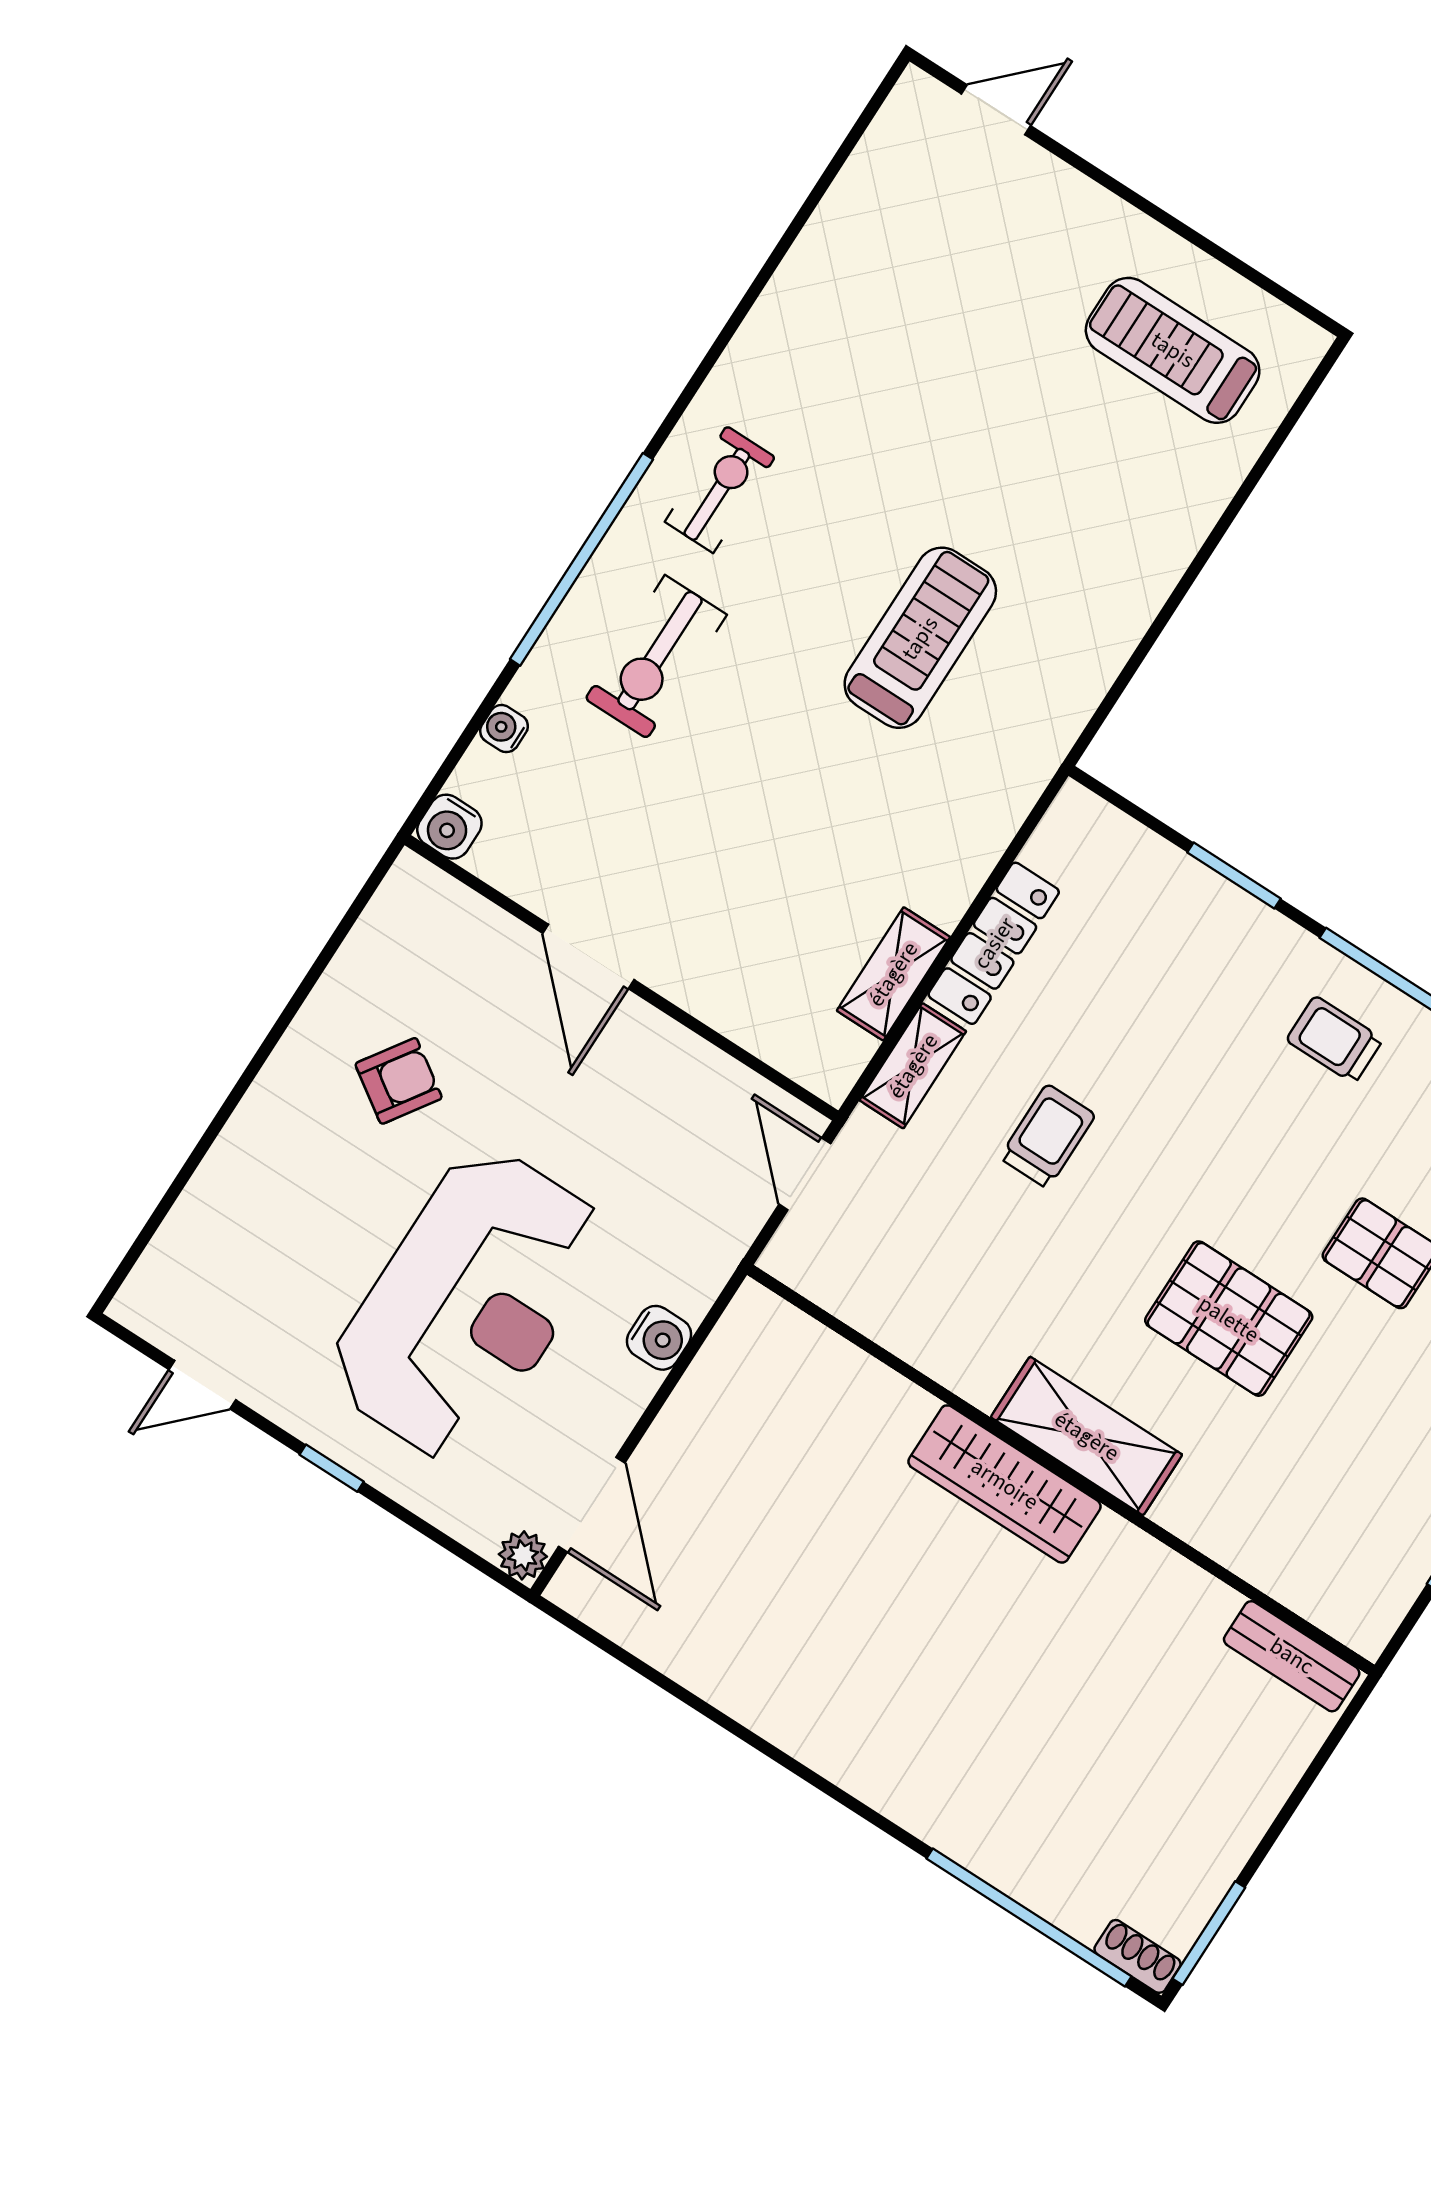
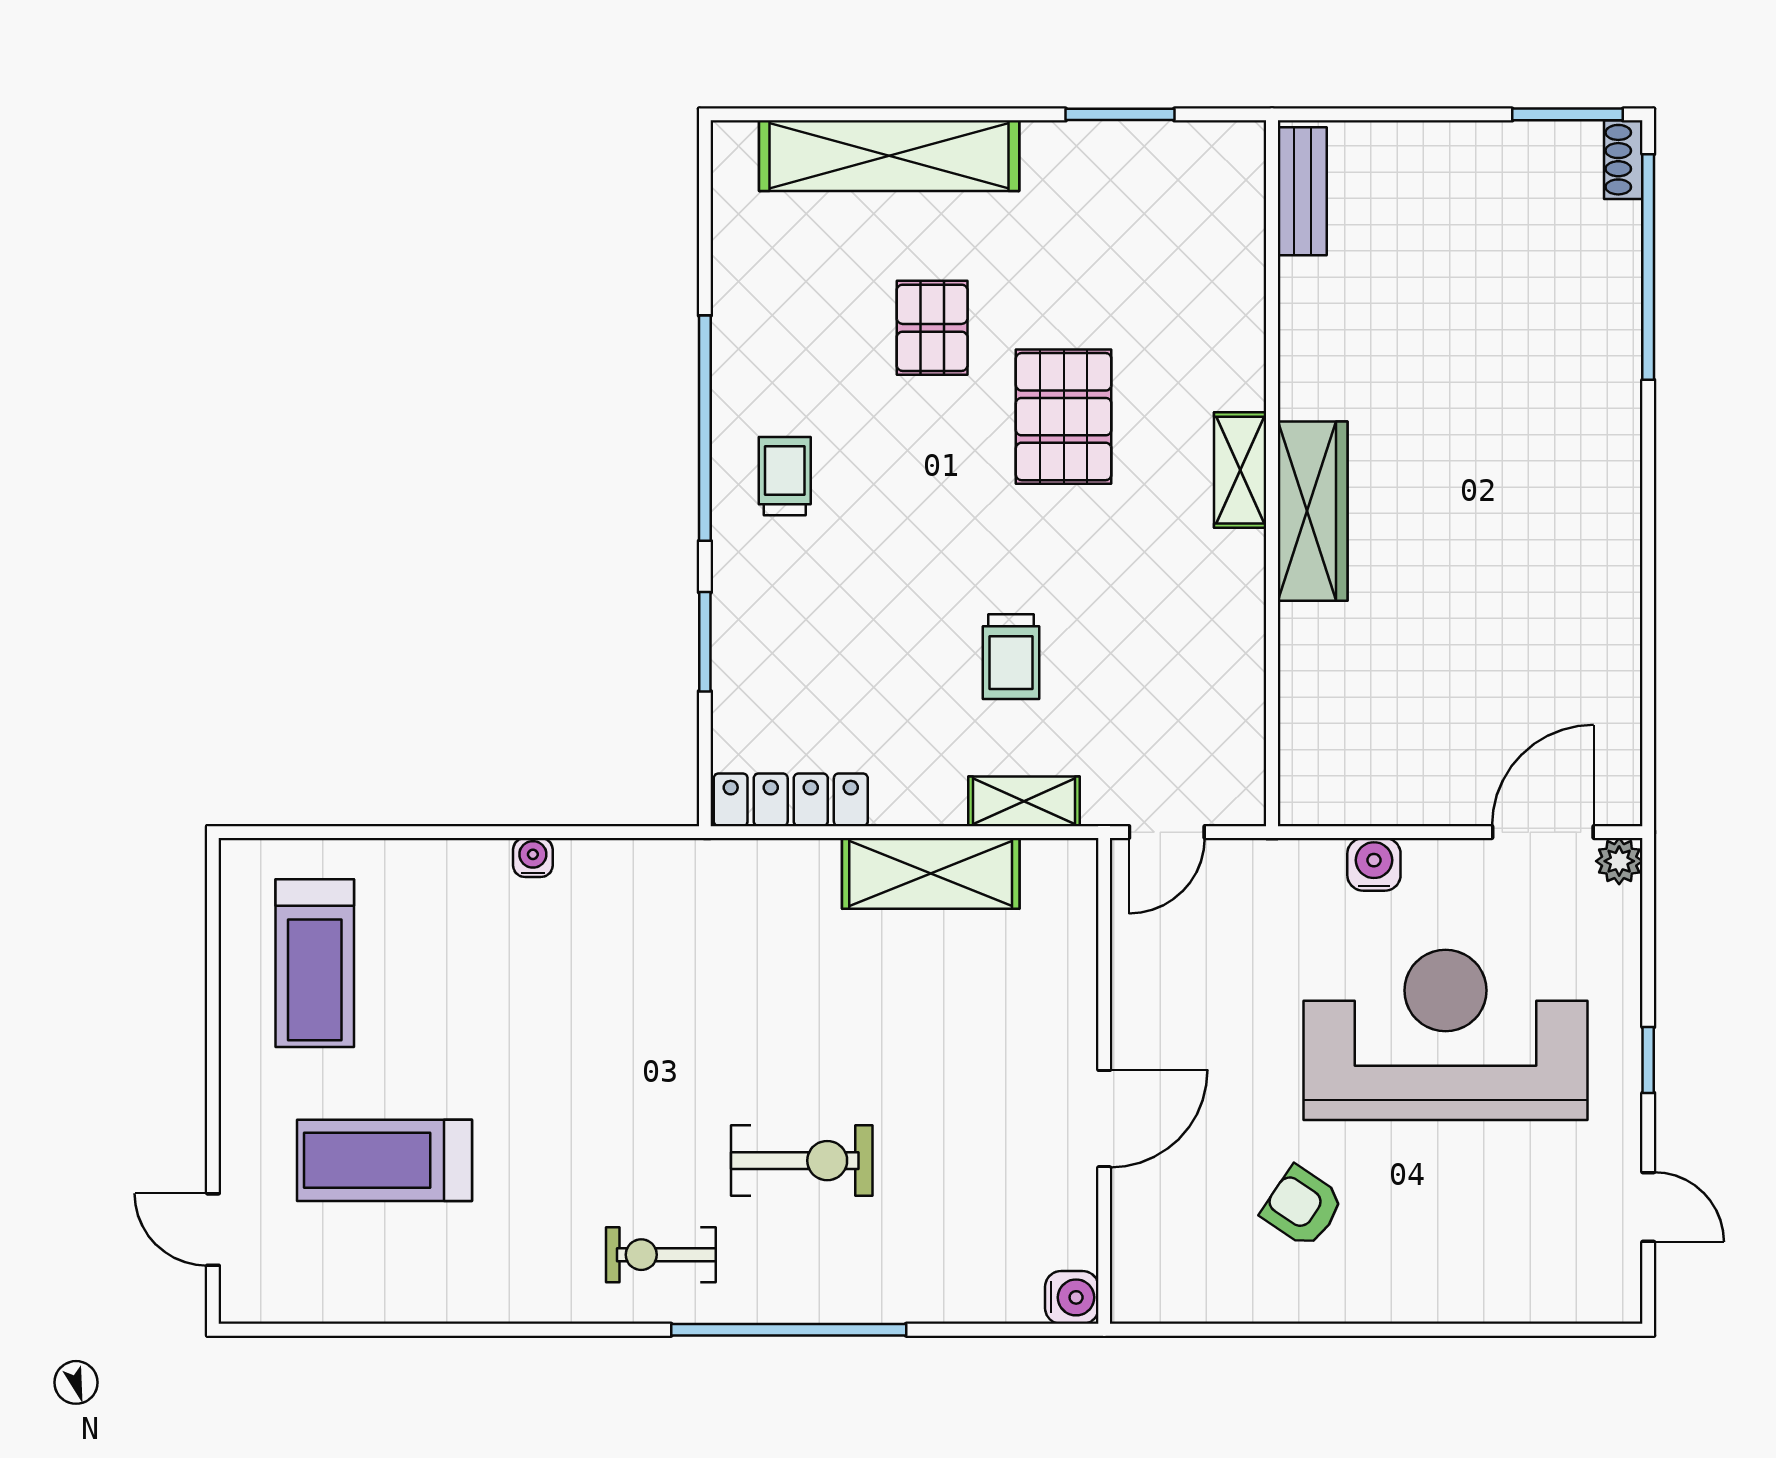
treadmill: (920, 638) -> (385, 1160), moved
exercise bike: (656, 657) -> (802, 1161), moved
water cooler: (504, 729) -> (533, 858), moved, turned 180
locker: (994, 943) -> (791, 800), moved
shelving: (893, 974) -> (931, 873), width x1.50, depth x1.33
trolley: (1335, 1040) -> (785, 476), turned 180
trolley: (1047, 1136) -> (1011, 657), turned -90
shelving: (1087, 1436) -> (1240, 470), width x0.67, depth x0.75

